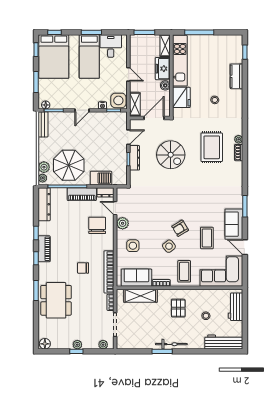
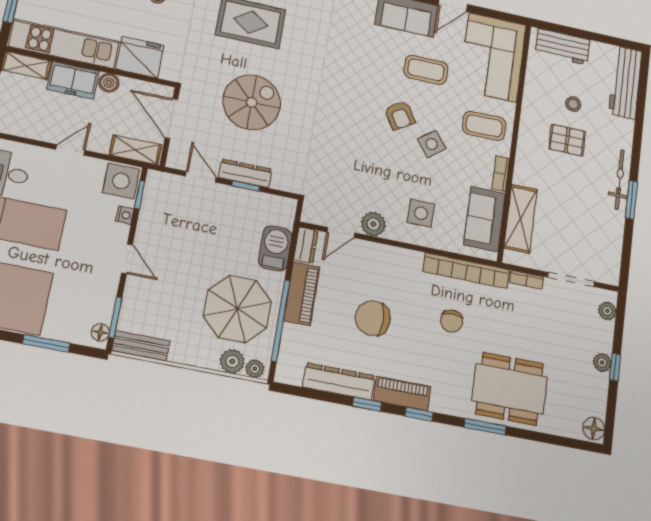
dresser: (44, 204) -> (339, 381), moved
chair: (97, 225) -> (373, 318), moved
pallet: (178, 308) -> (567, 140), moved

